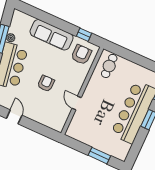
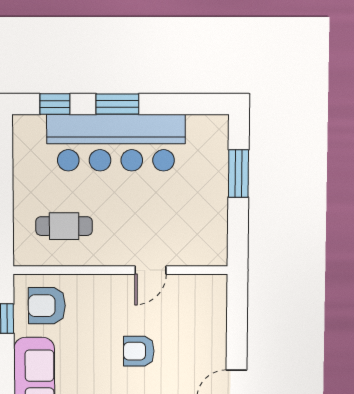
cafe table: (109, 66) -> (64, 226), moved

